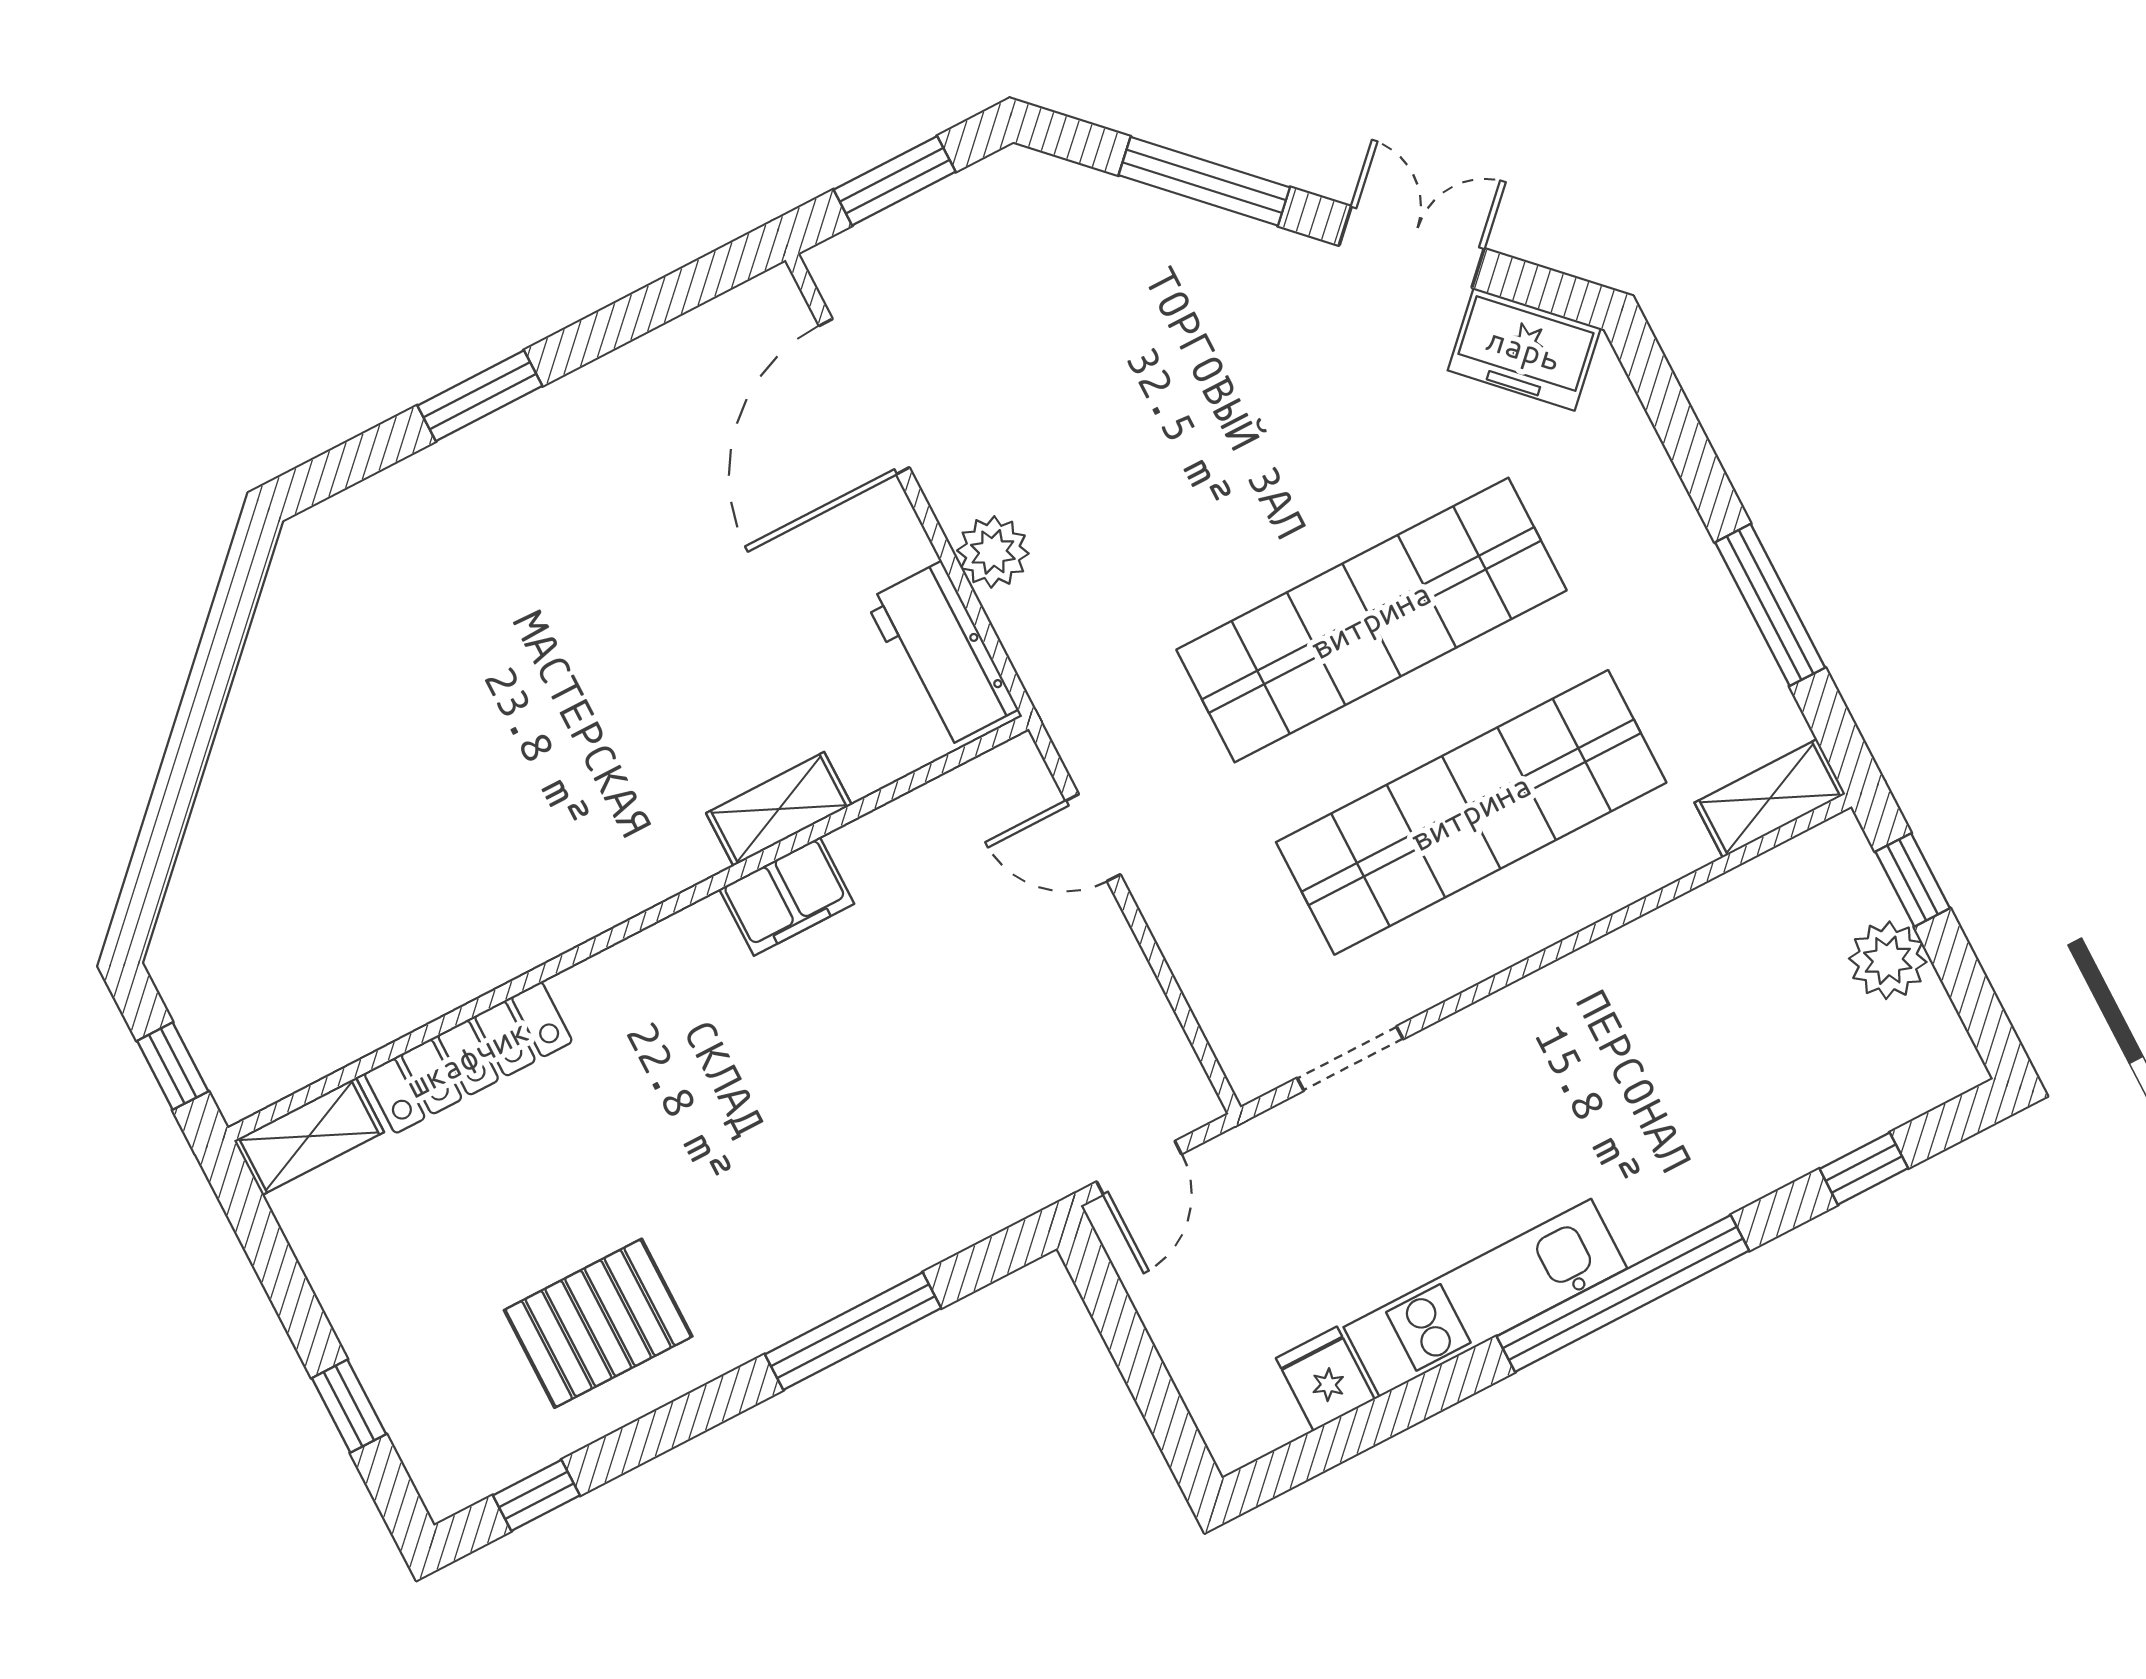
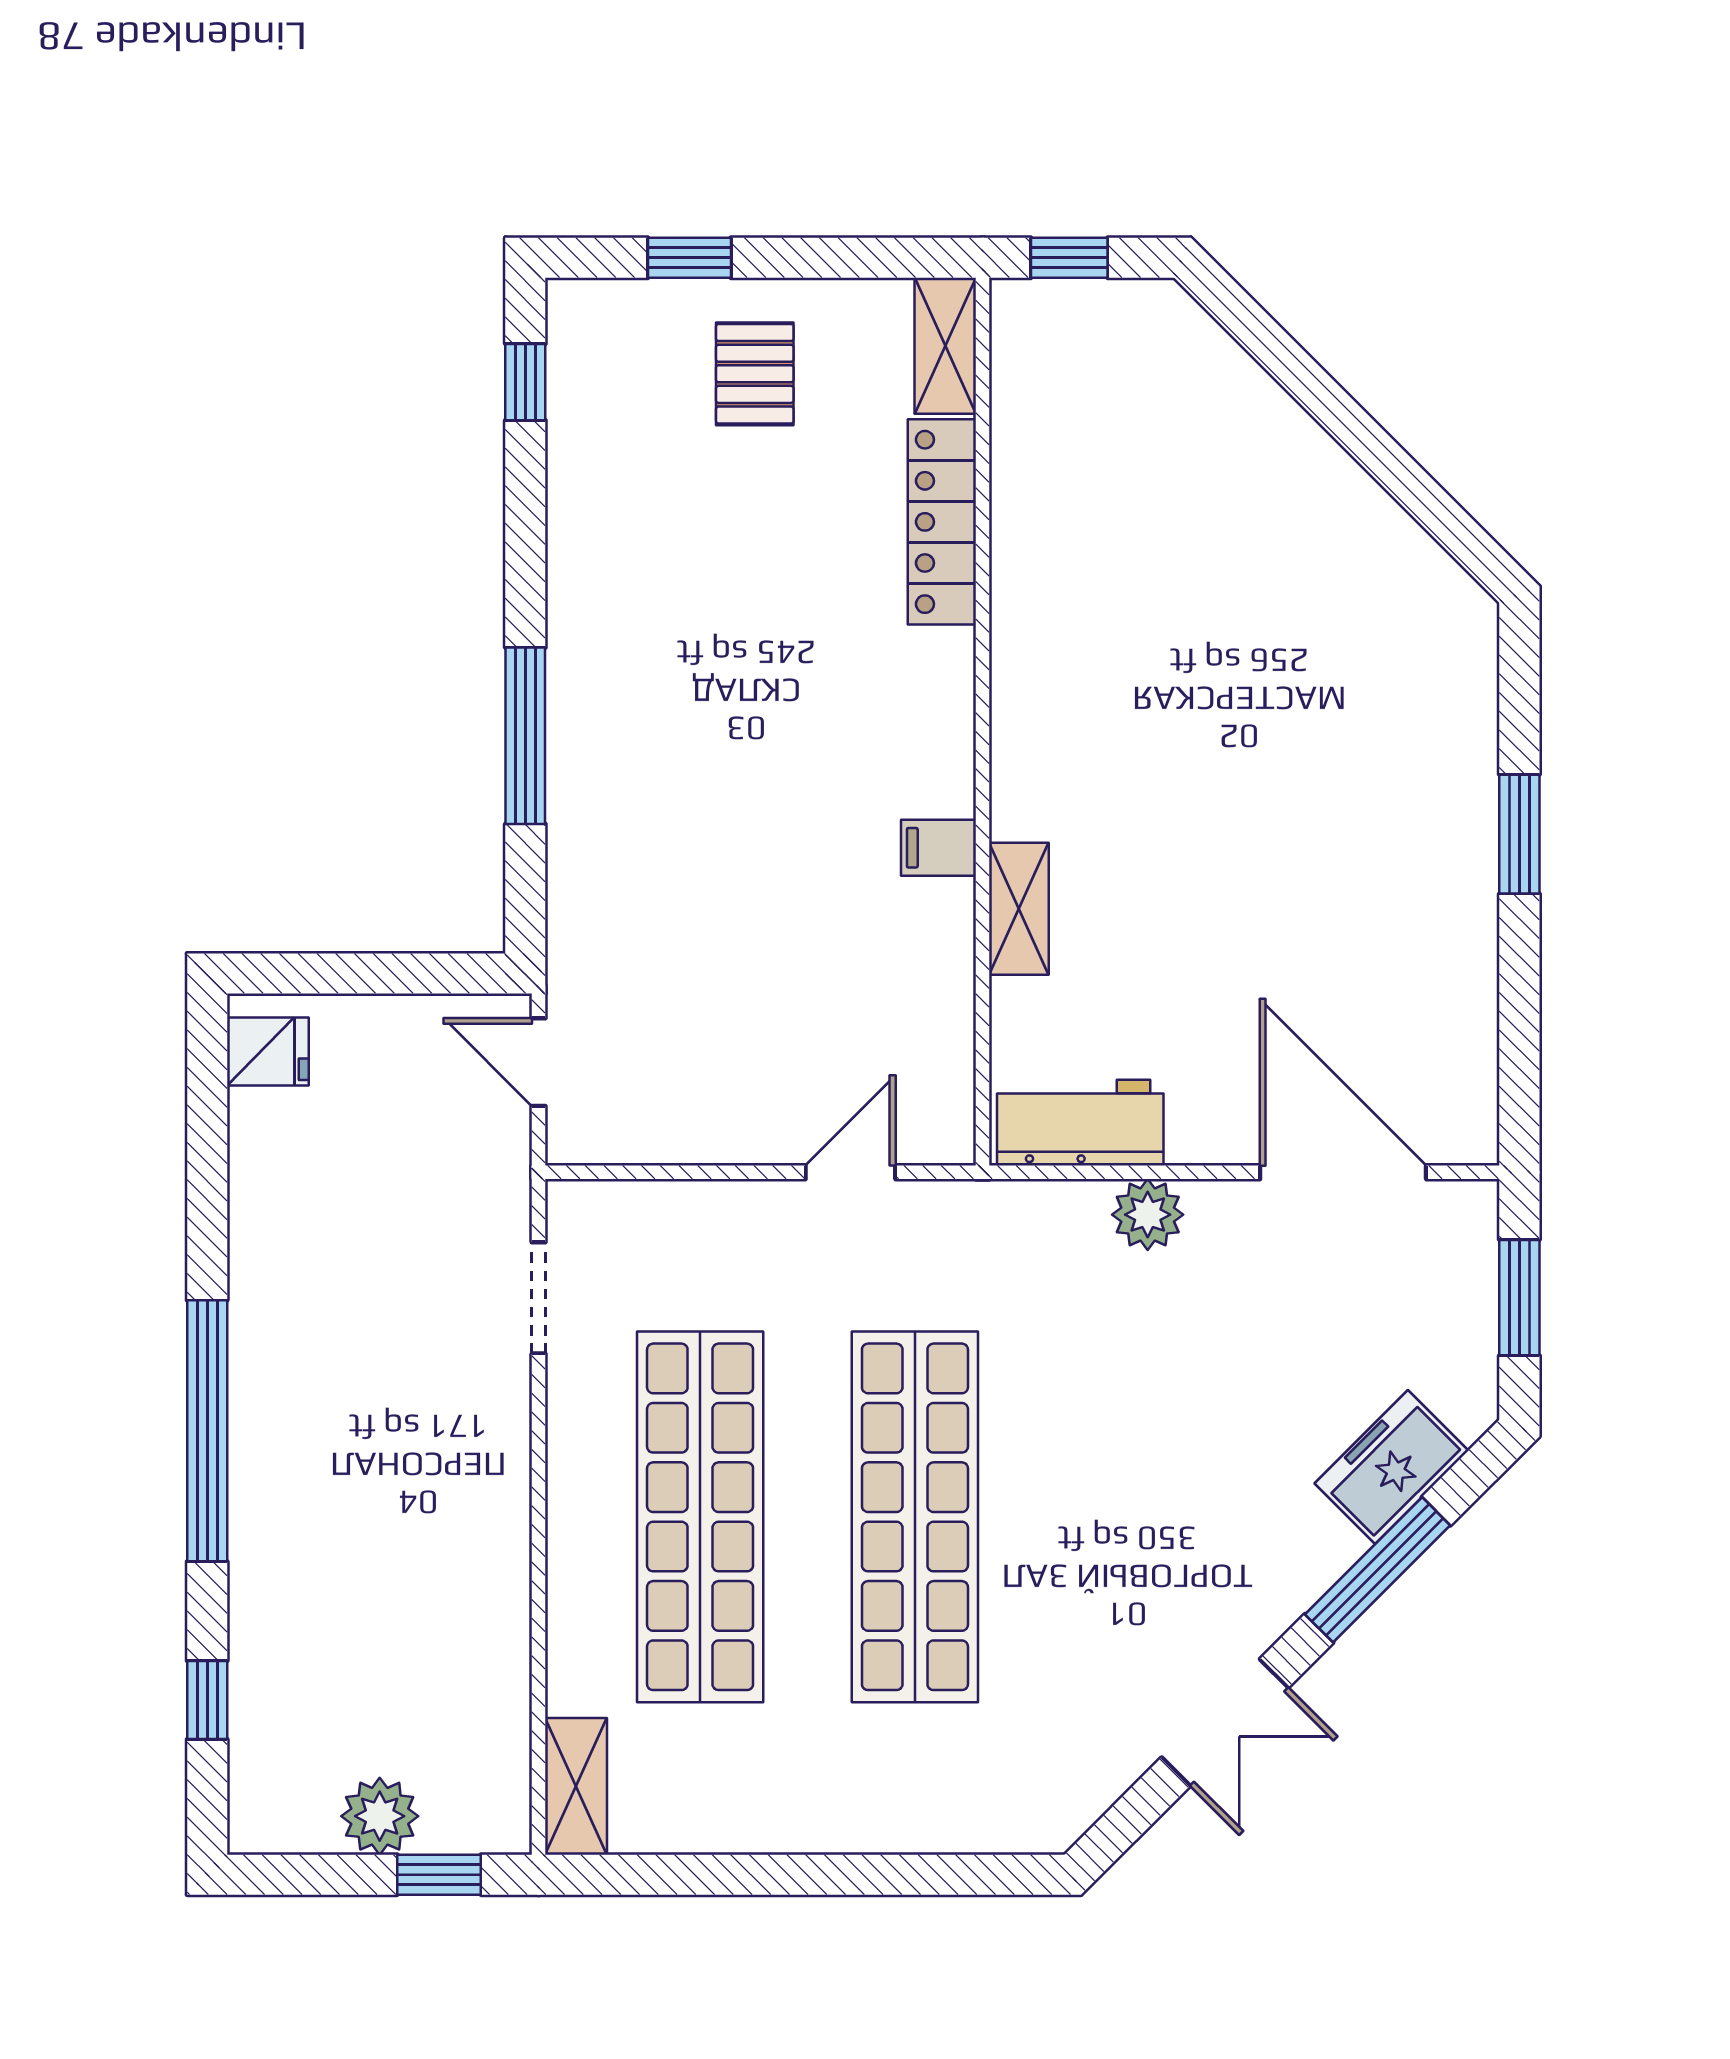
freezer: (1524, 349) -> (1391, 1467), moved
window: (1770, 605) -> (746, 1875), removed
filing cabinet: (787, 896) -> (938, 848), width x0.50
kitchen unit: (1485, 1298) -> (266, 1308), removed
pallet: (598, 1323) -> (755, 374), moved, width x0.67, depth x0.71
fridge: (1325, 1379) -> (268, 1051), moved

